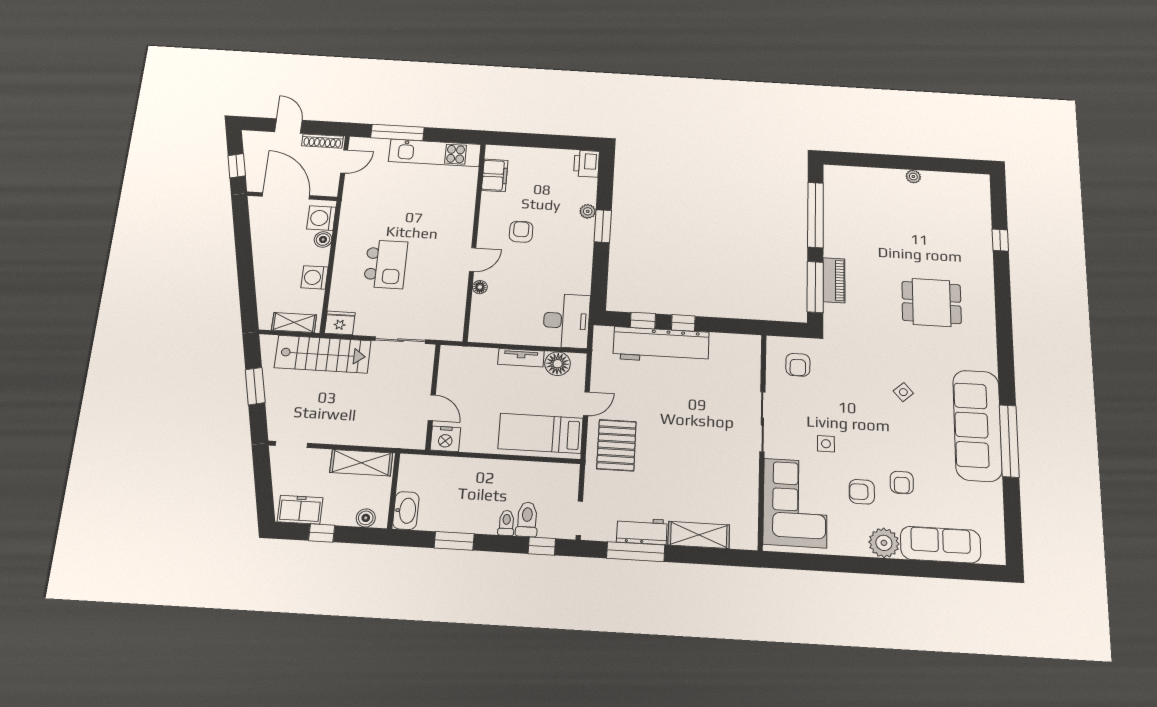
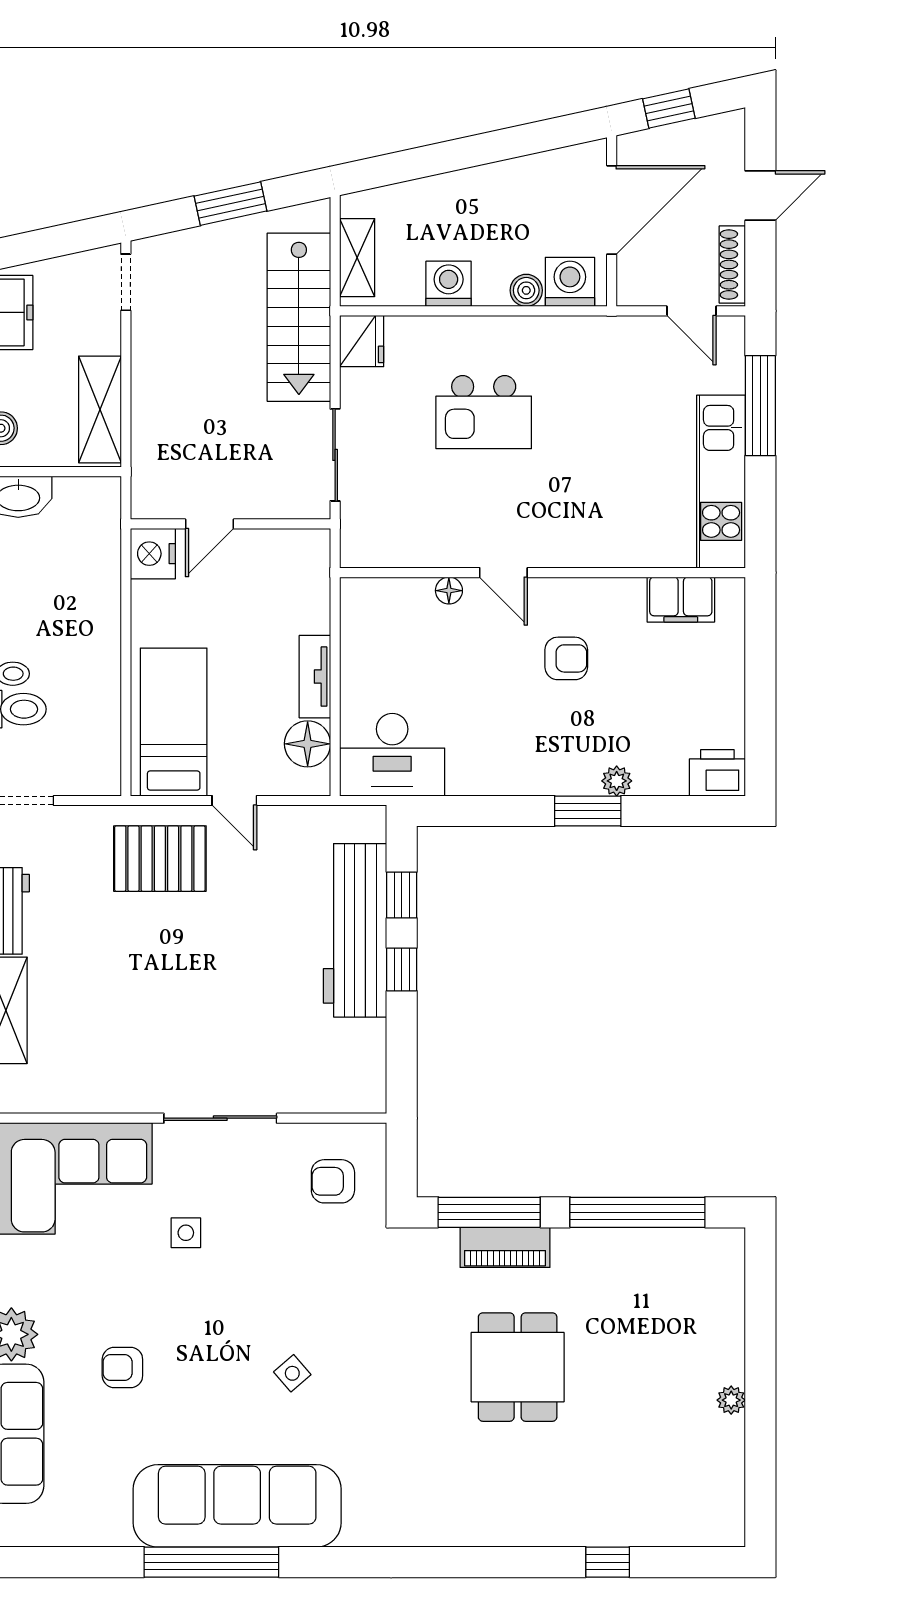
dining table: (931, 303) -> (518, 1367), moved
armchair: (862, 492) -> (101, 1296), removed

